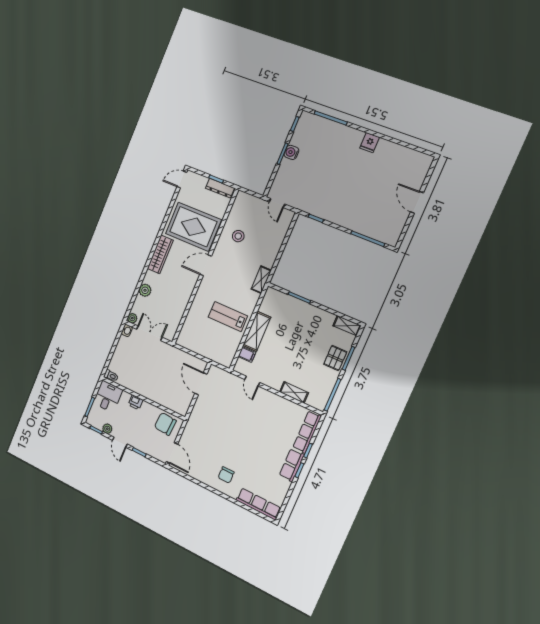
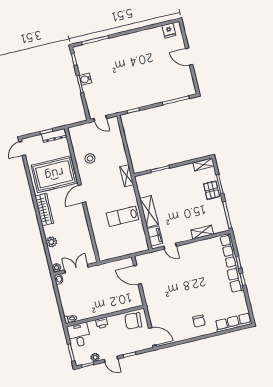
fridge: (370, 143) -> (169, 30), moved
filing cabinet: (247, 354) -> (155, 236), width x2.00

